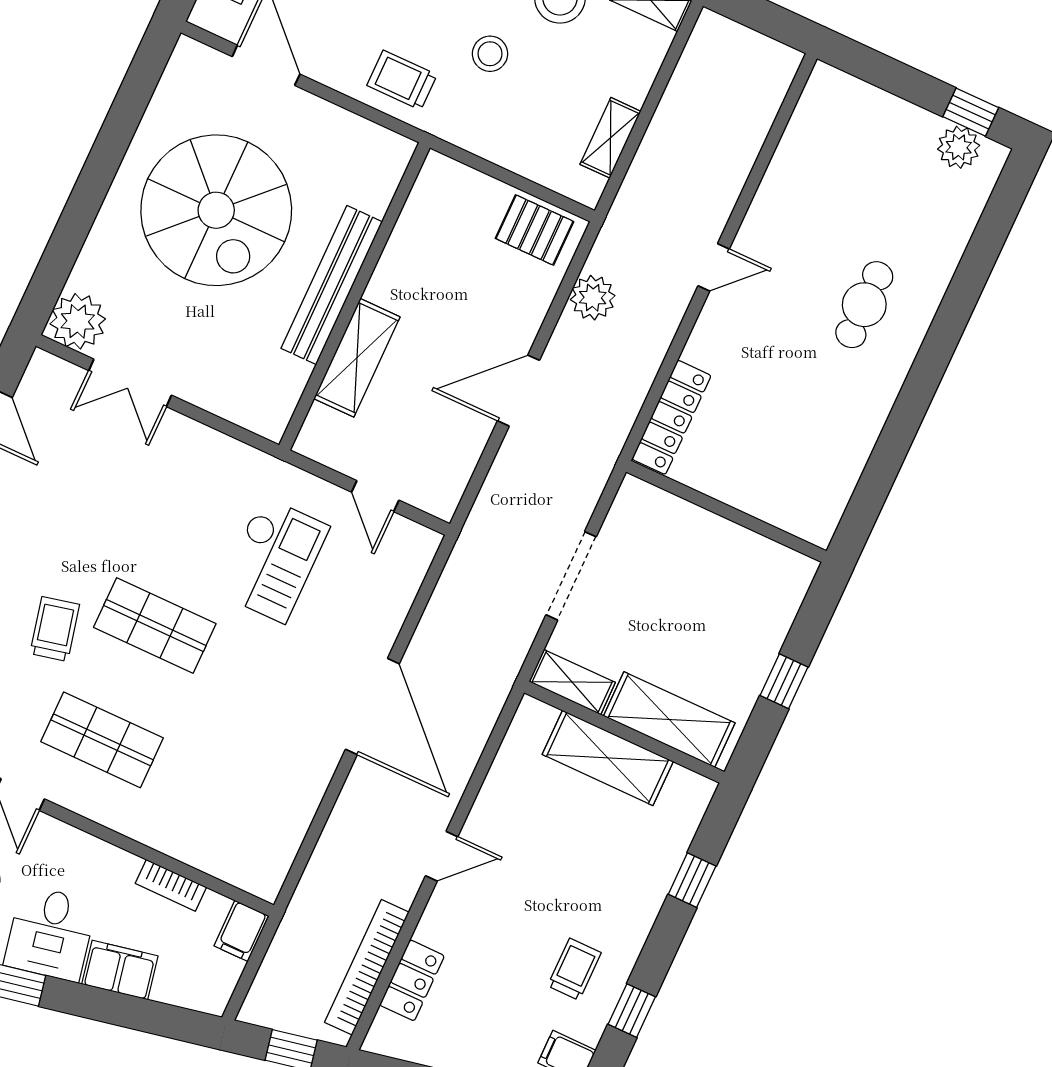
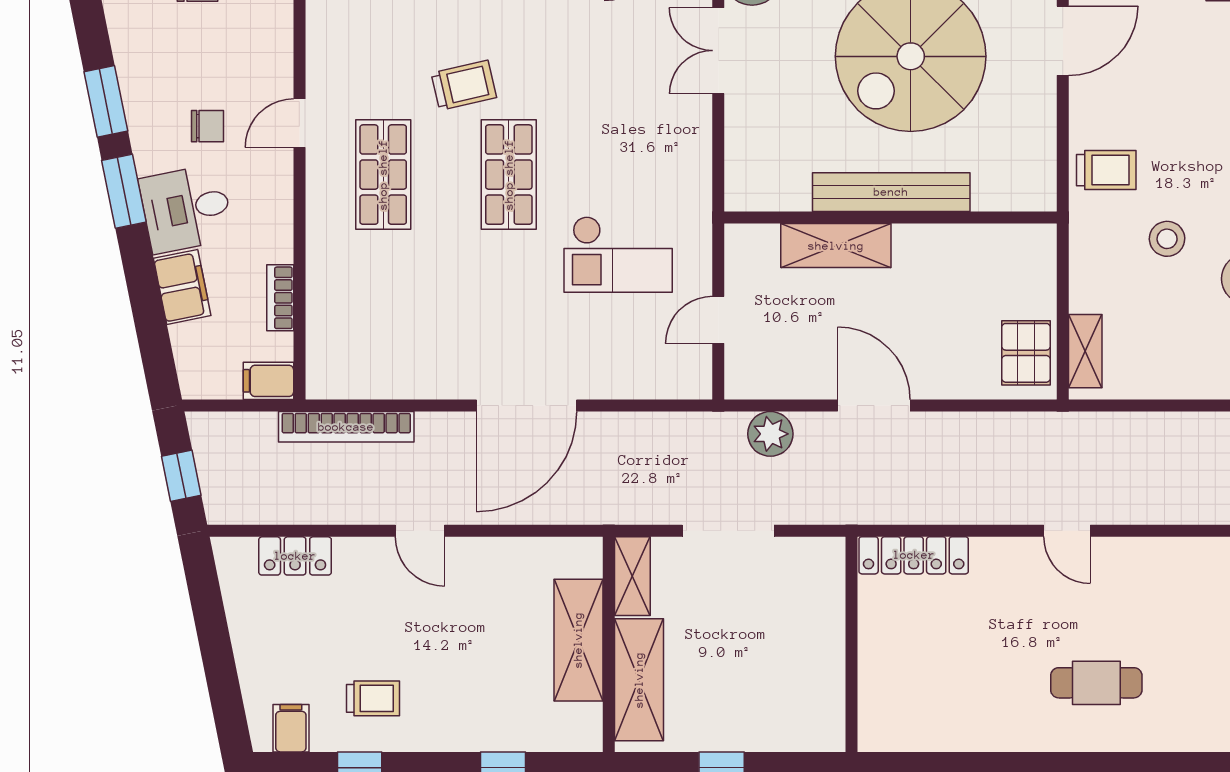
trolley: (402, 80) -> (1106, 170), turned 90
shelving: (610, 138) -> (1085, 351), moved, turned 90
plant: (593, 298) -> (770, 434), moved
bookcase: (367, 967) -> (346, 427), moved, turned 180

